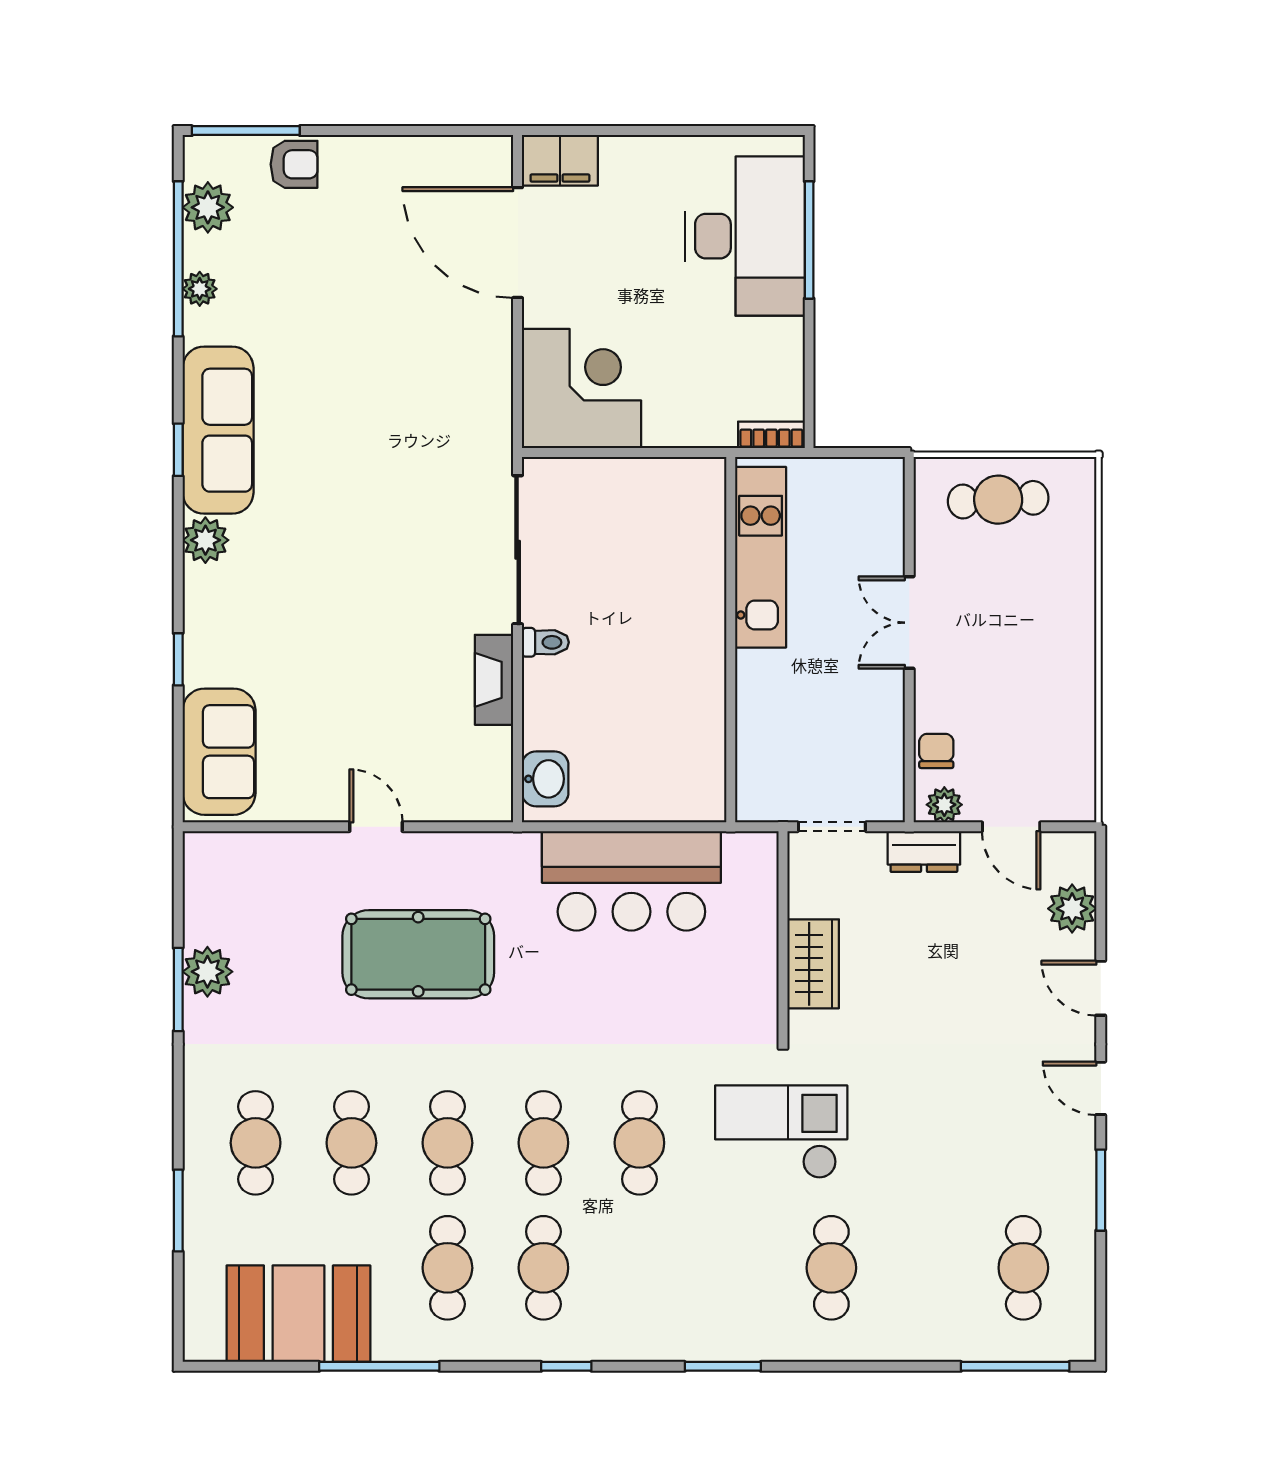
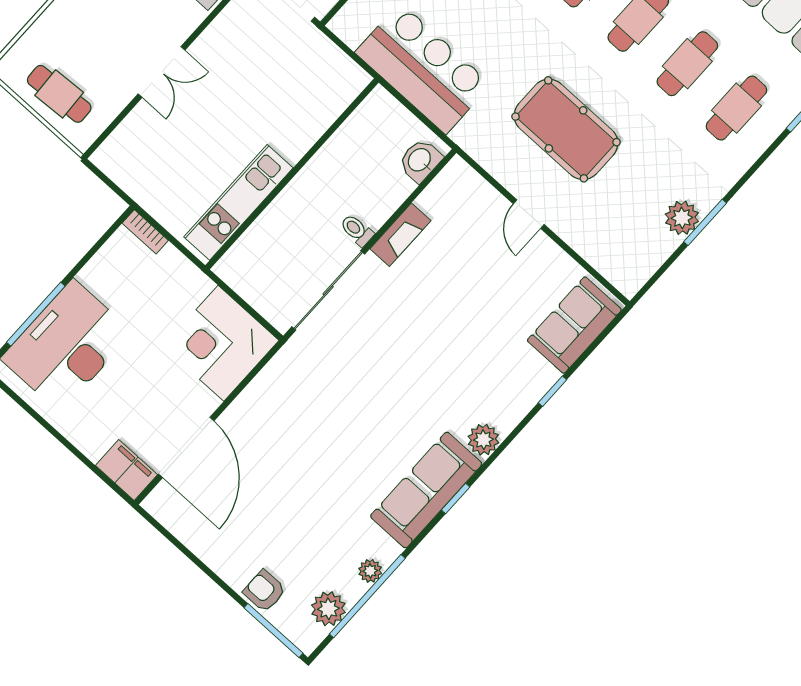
kitchen unit: (761, 557) -> (238, 202), moved
wall: (731, 640) -> (292, 174), moved

